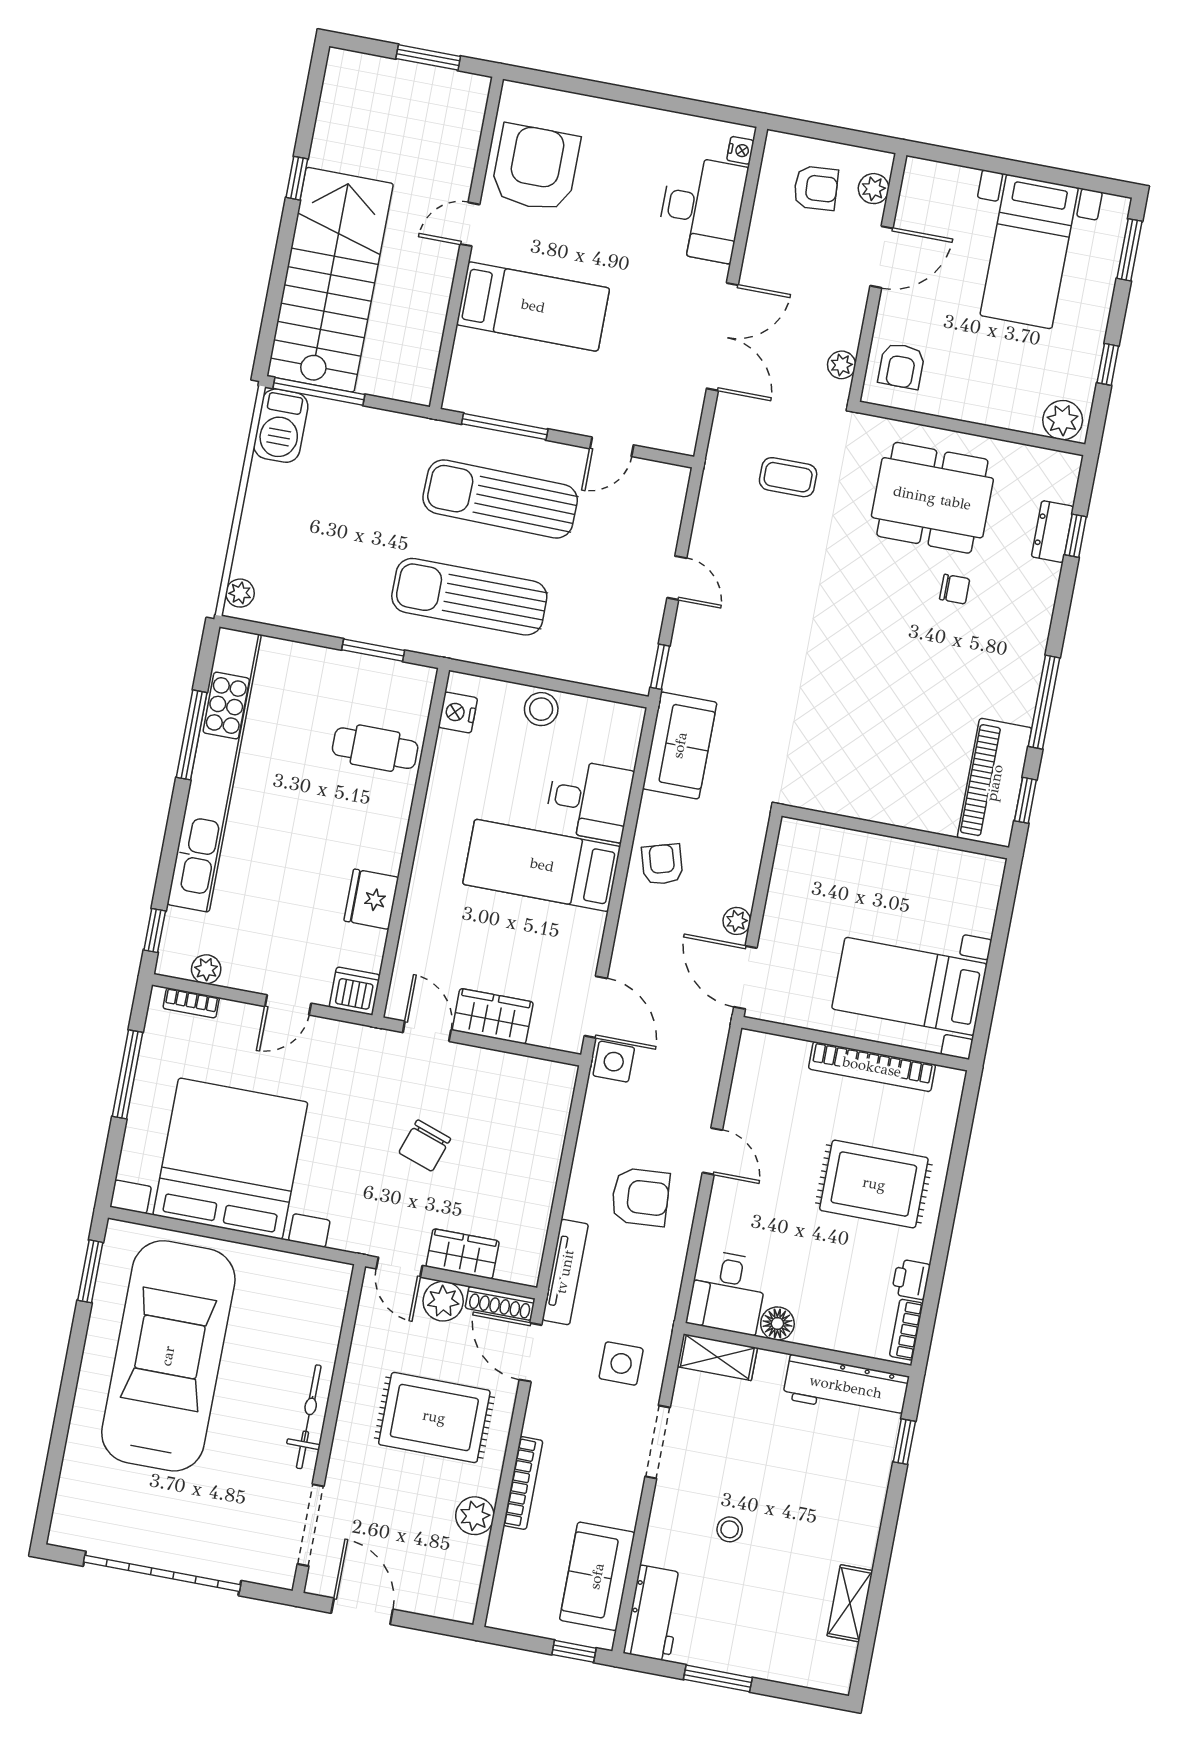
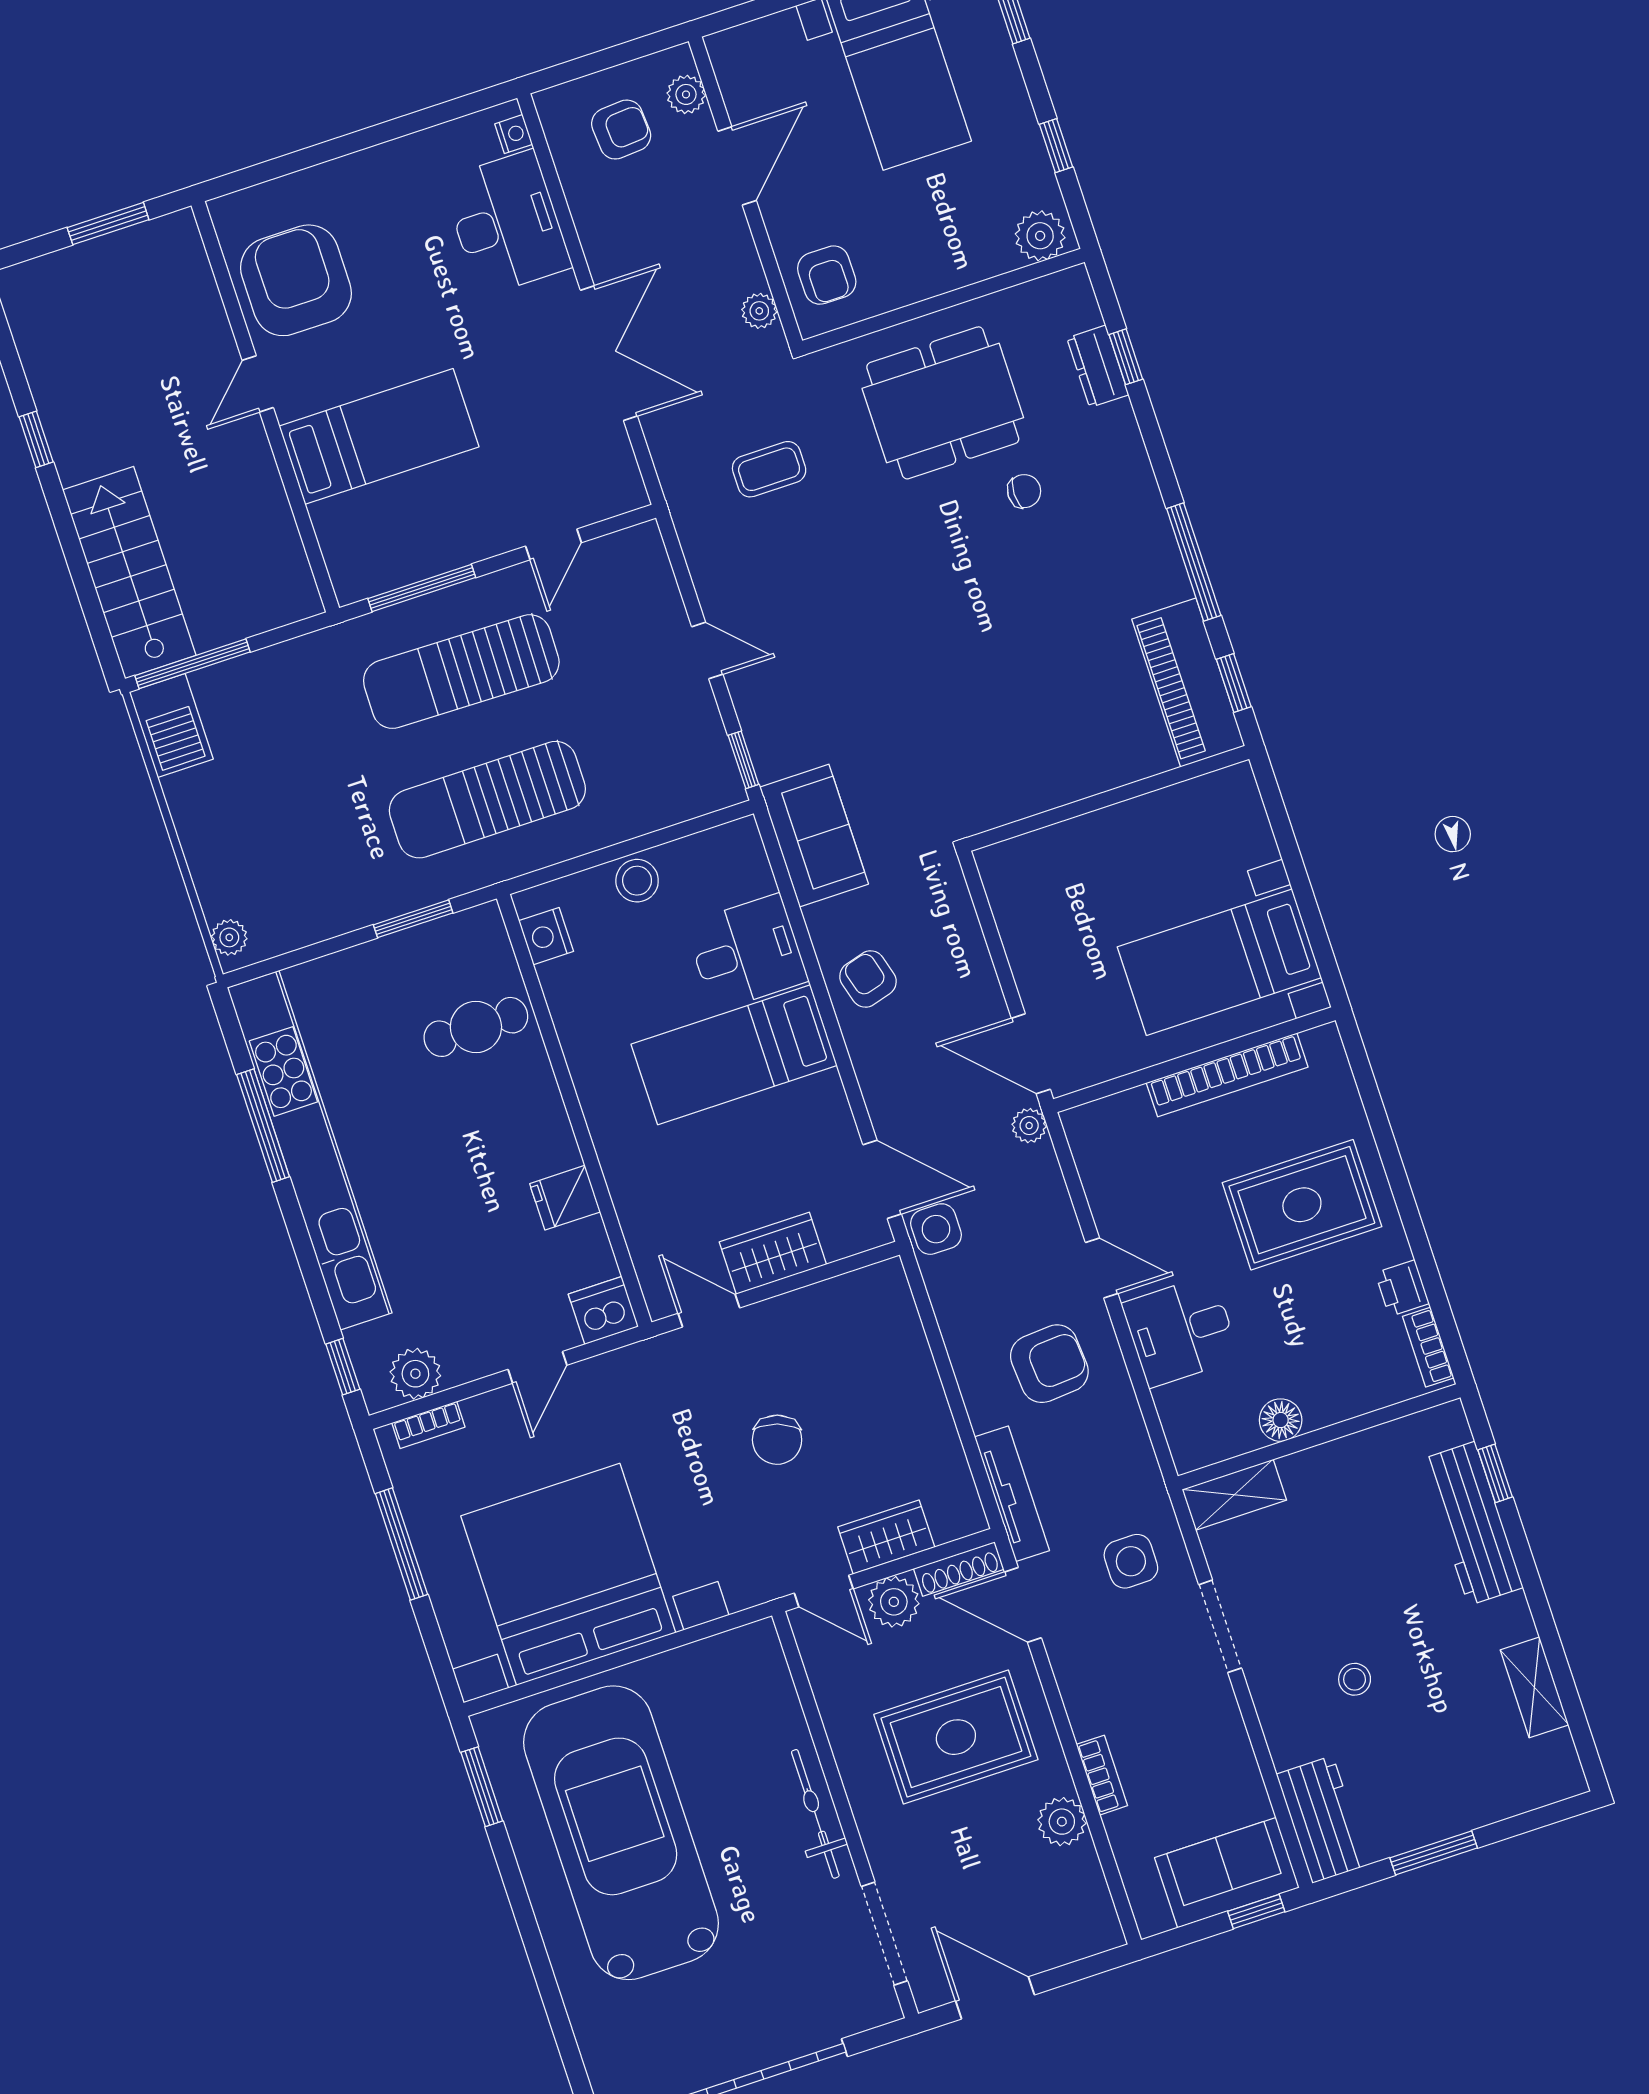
stairs: (330, 280) -> (129, 573), width x0.73, depth x0.66
fridge: (371, 899) -> (565, 1198), width x0.72
plant: (737, 921) -> (1029, 1126), moved
plant: (206, 969) -> (415, 1374), width x1.38, depth x1.38
desk: (728, 1292) -> (1181, 1331), moved, turned 90
workbench: (846, 1387) -> (1472, 1524), moved, turned 90
bookcase: (523, 1483) -> (1102, 1775), width x0.64
sofa: (597, 1576) -> (1227, 1873), moved, turned 90

